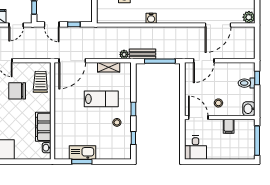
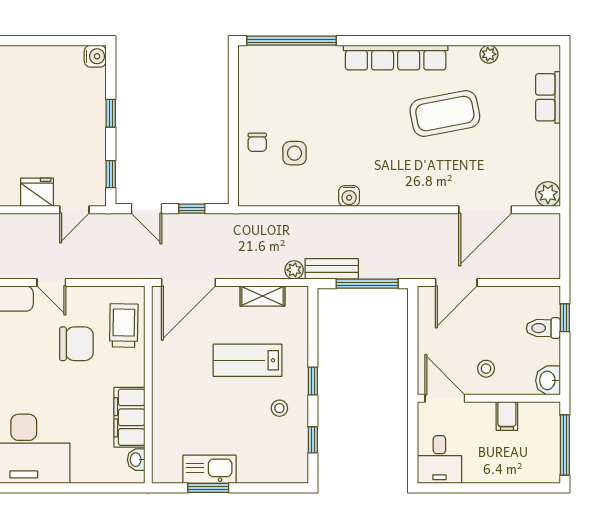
chair: (17, 91) -> (76, 344), turned 180
lab bench: (101, 99) -> (248, 360), turned 180

